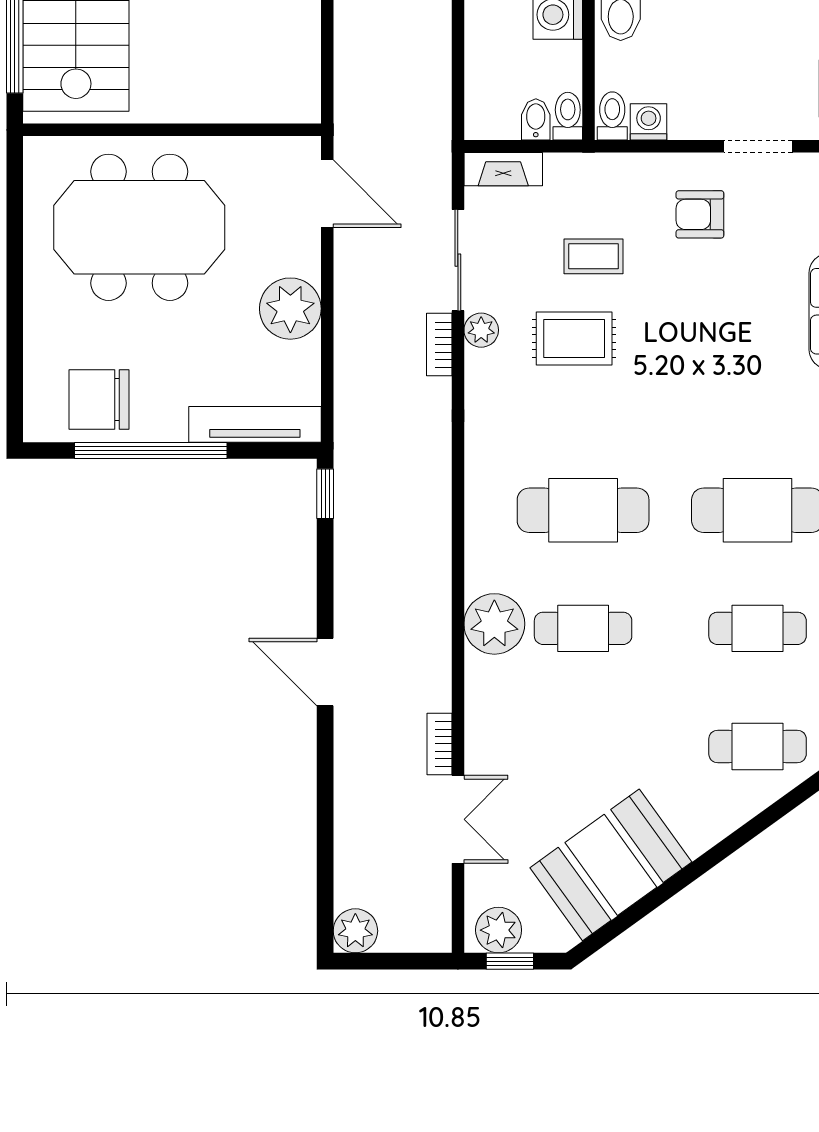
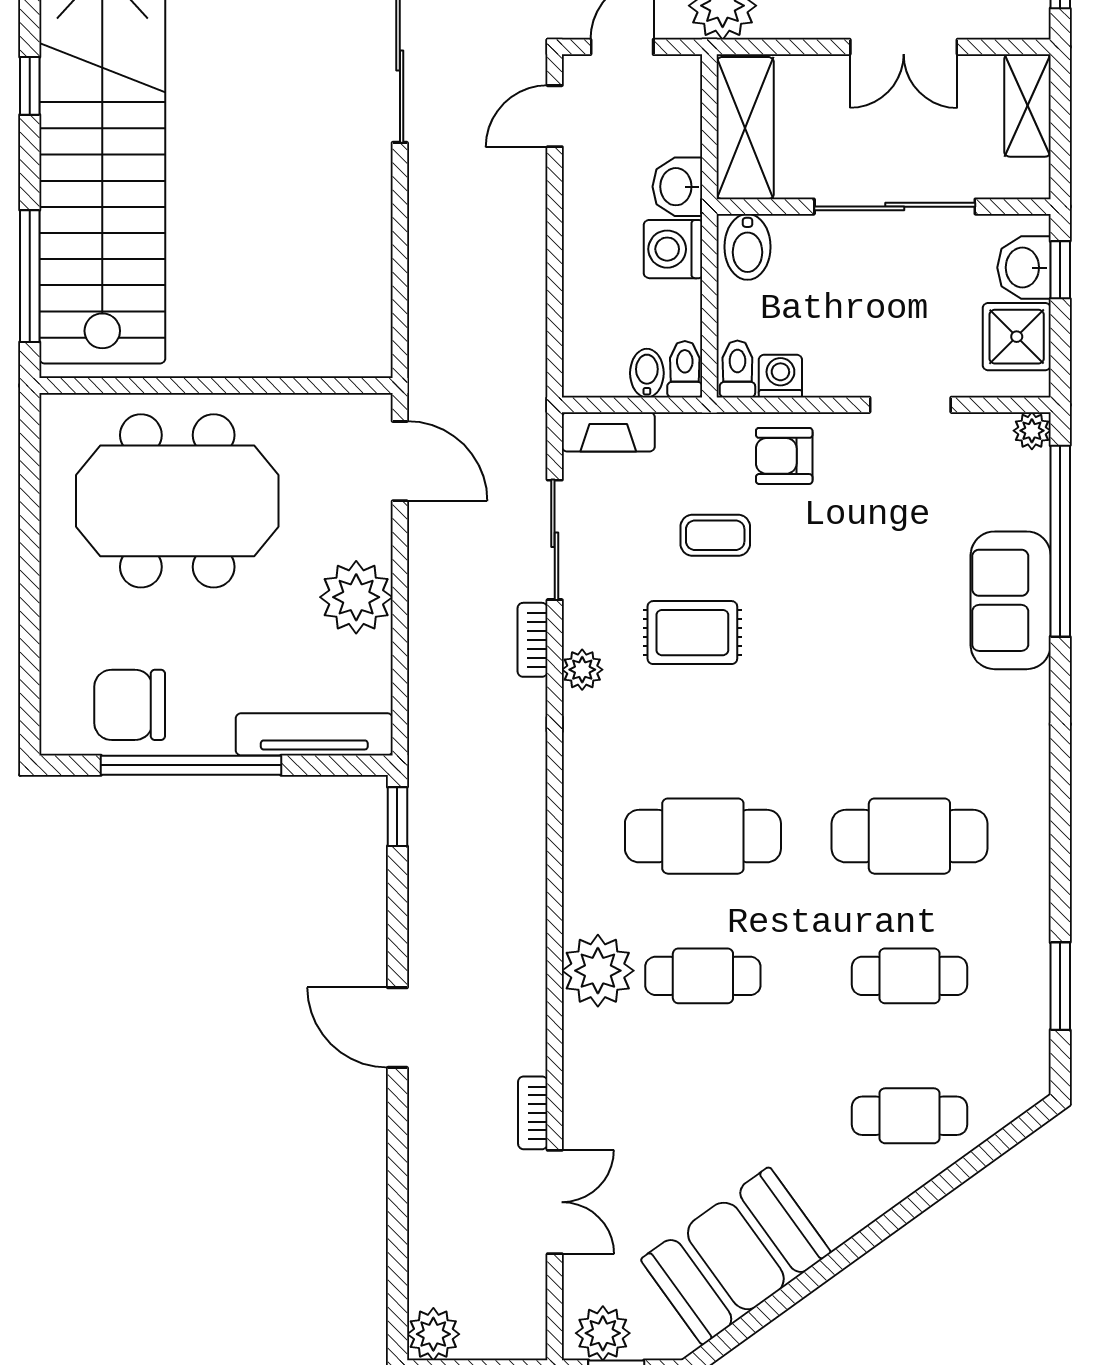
armchair: (700, 214) -> (784, 456), moved
plant: (481, 330) -> (582, 670), moved

